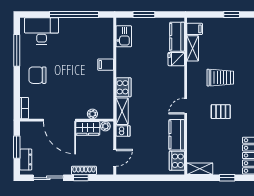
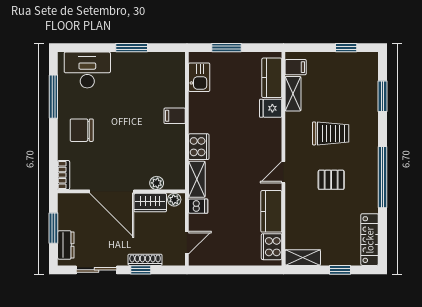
window: (74, 15) -> (132, 48), width x0.47

